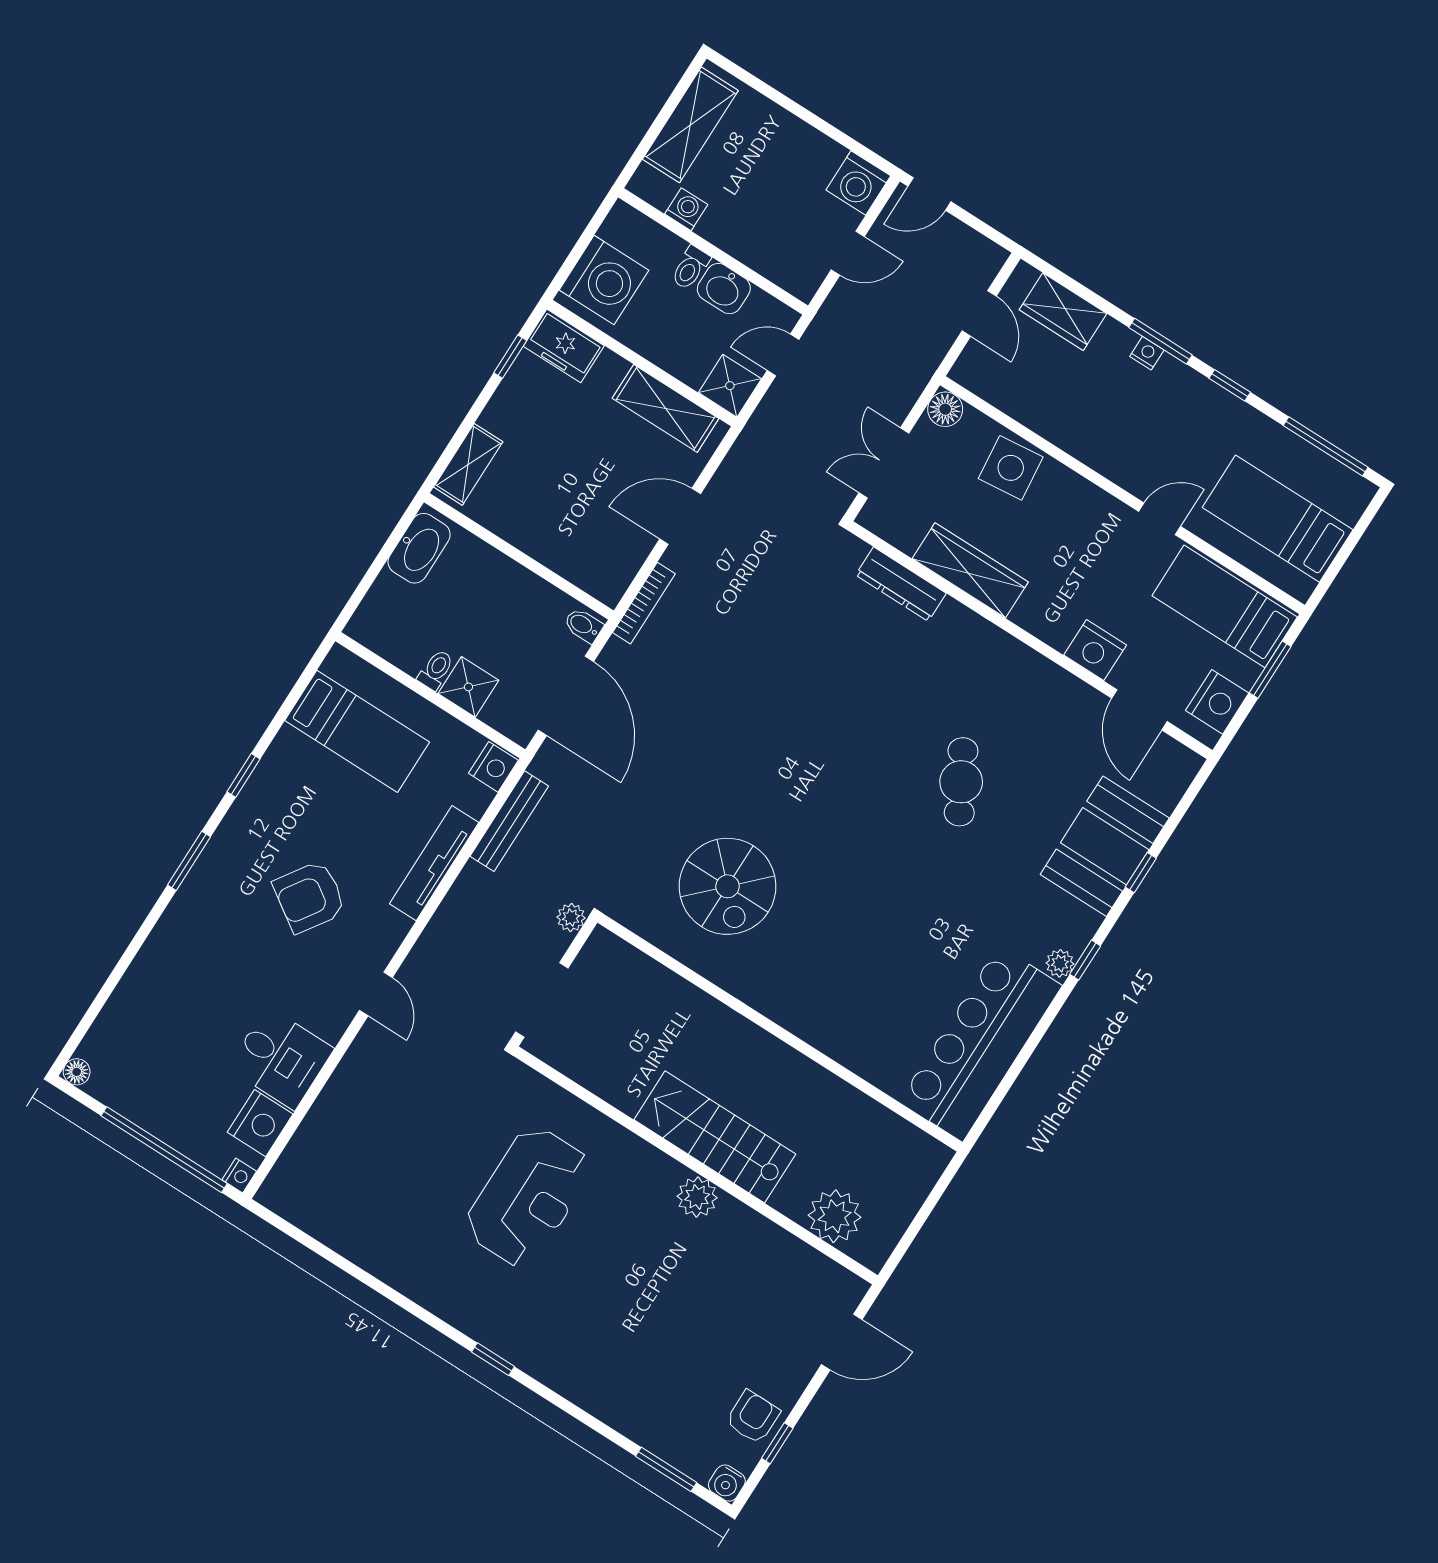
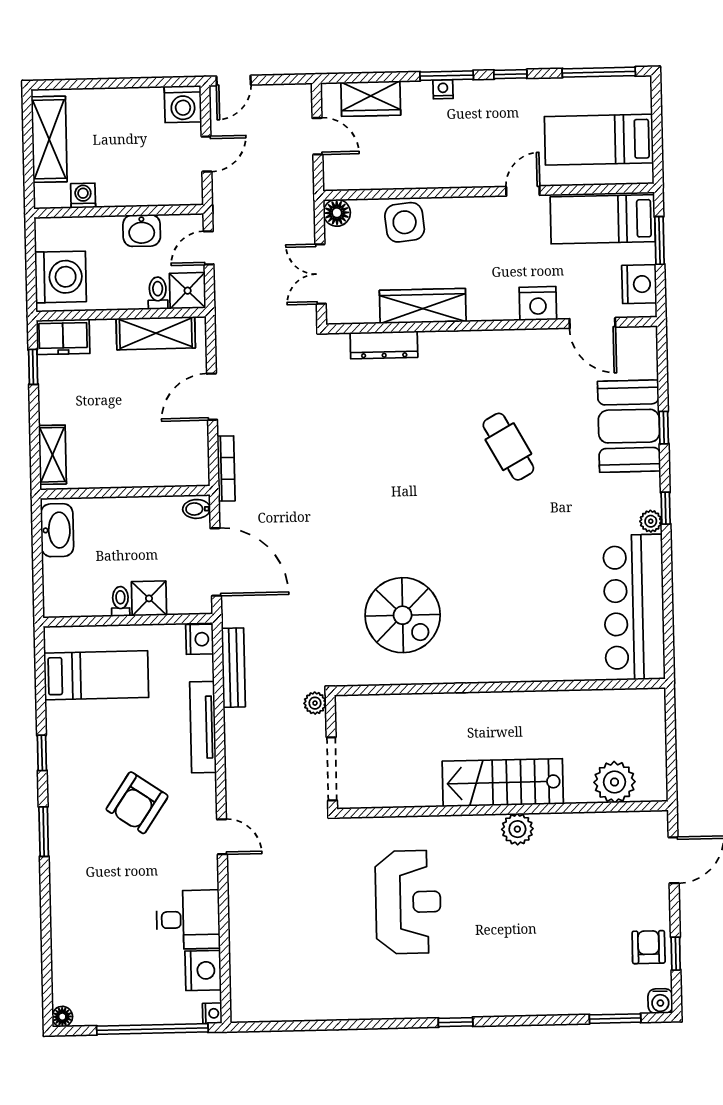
toilet: (690, 268) -> (158, 293), moved, turned 180

